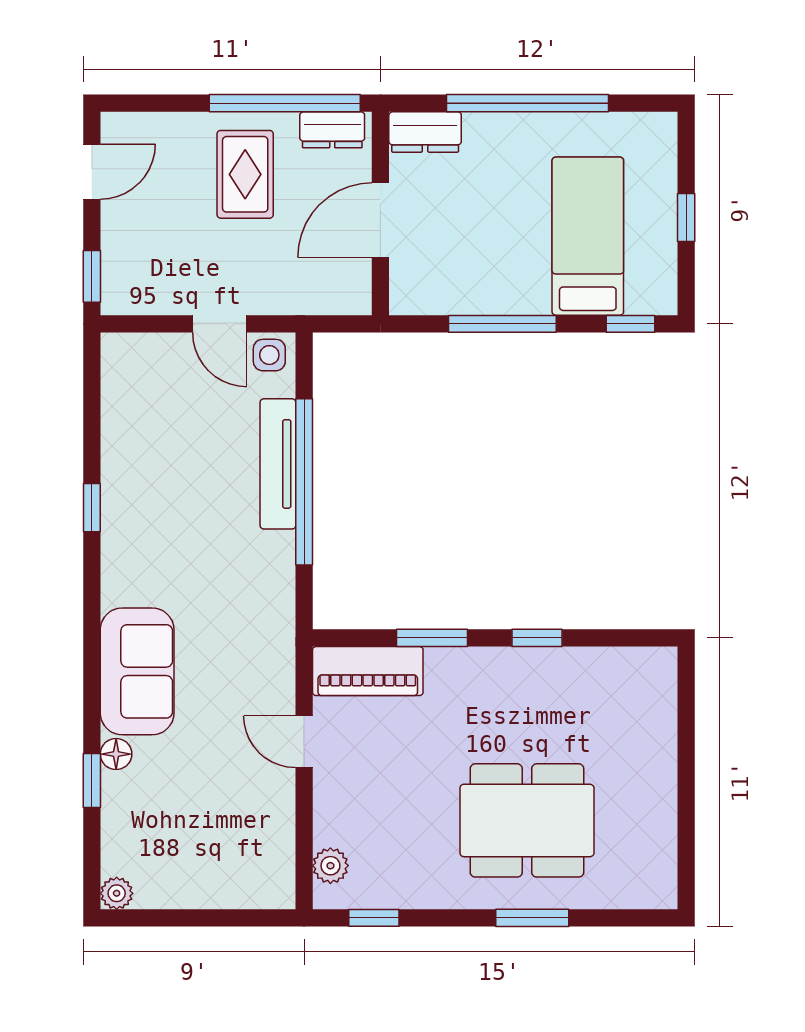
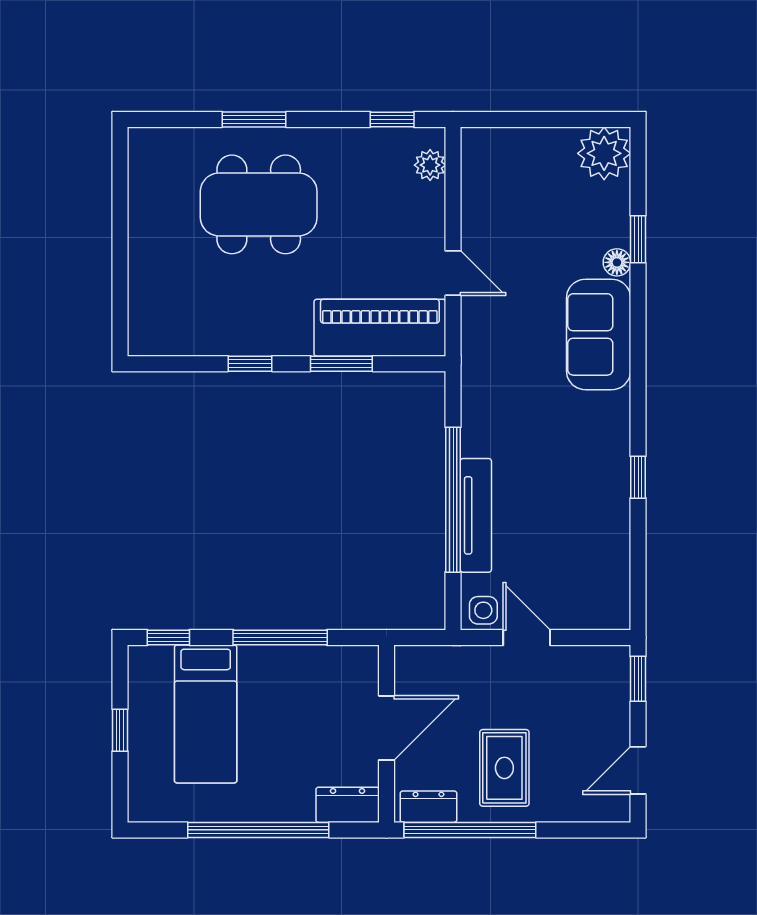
piano: (368, 671) -> (380, 328), width x1.37, depth x1.33
plant: (117, 893) -> (604, 153), width x1.88, depth x1.88

